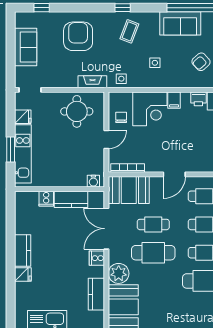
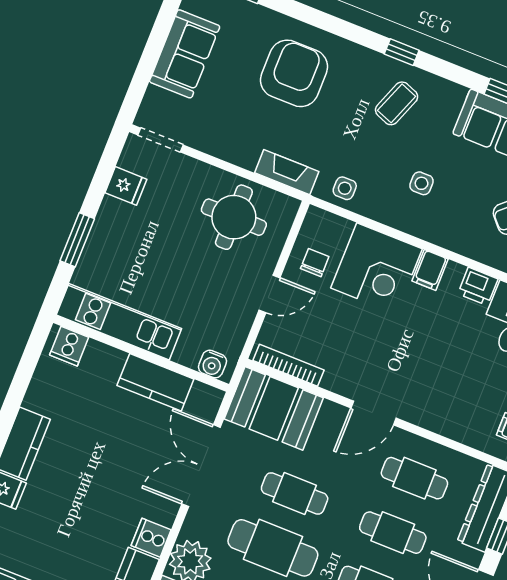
kitchen unit: (23, 154) -> (119, 322), moved, turned -90
cooker: (46, 199) -> (69, 346), moved
cooker: (97, 258) -> (151, 538), moved

